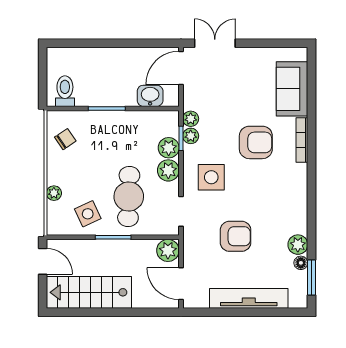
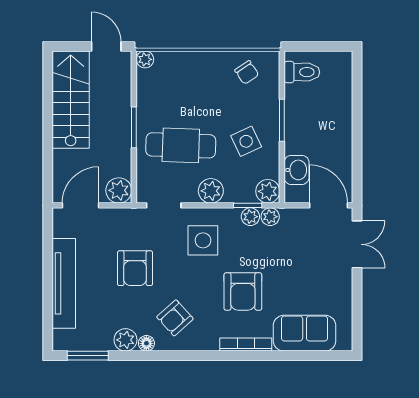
plant: (169, 148) -> (268, 191), moved
plant: (54, 193) -> (145, 59), moved
armchair: (279, 202) -> (175, 318), added
side table: (88, 214) -> (246, 141), moved
door: (43, 261) -> (106, 46), swing flipped
floor lamp: (301, 263) -> (146, 343), moved

